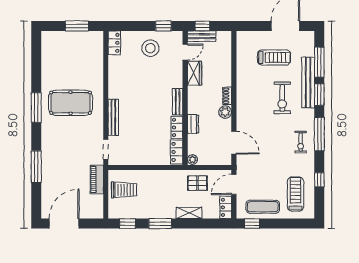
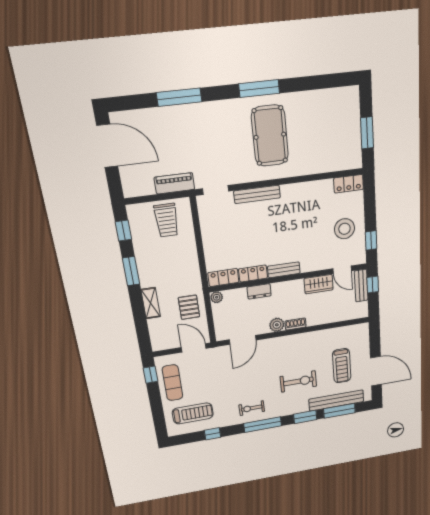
bench: (308, 83) -> (336, 400), moved
exercise bike: (282, 98) -> (298, 381), turned 180
locker: (226, 207) -> (165, 343), removed

